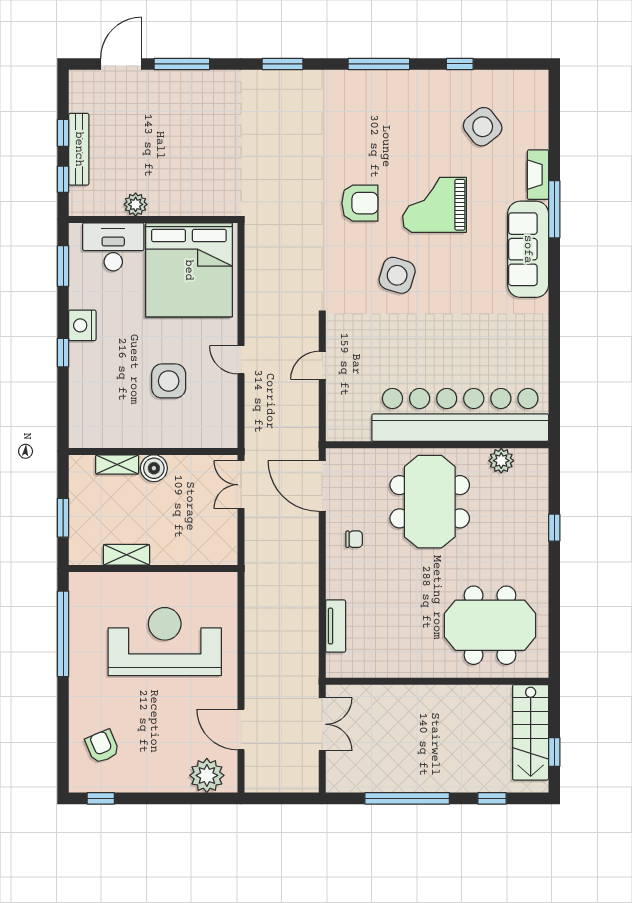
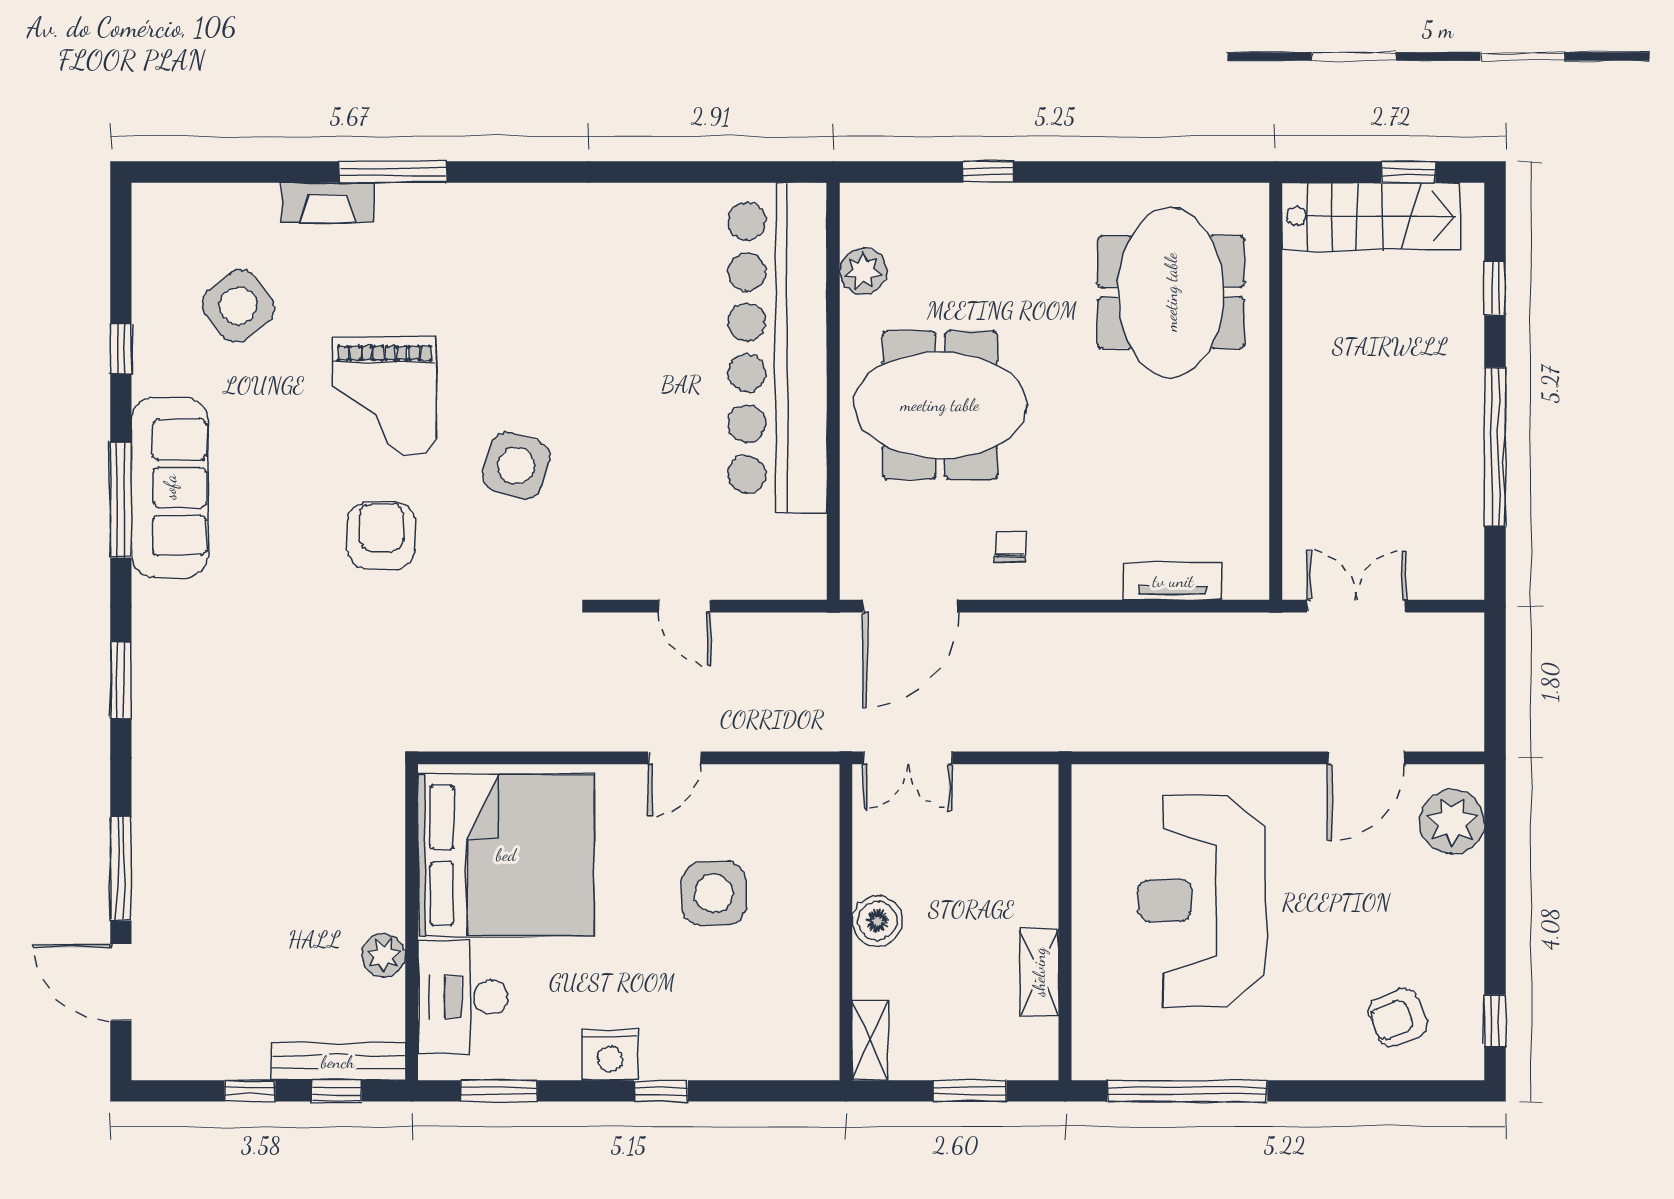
bench: (79, 149) -> (338, 1062), moved
sofa: (528, 249) -> (170, 487), moved, turned -90
shelving: (117, 465) -> (870, 1040), moved

